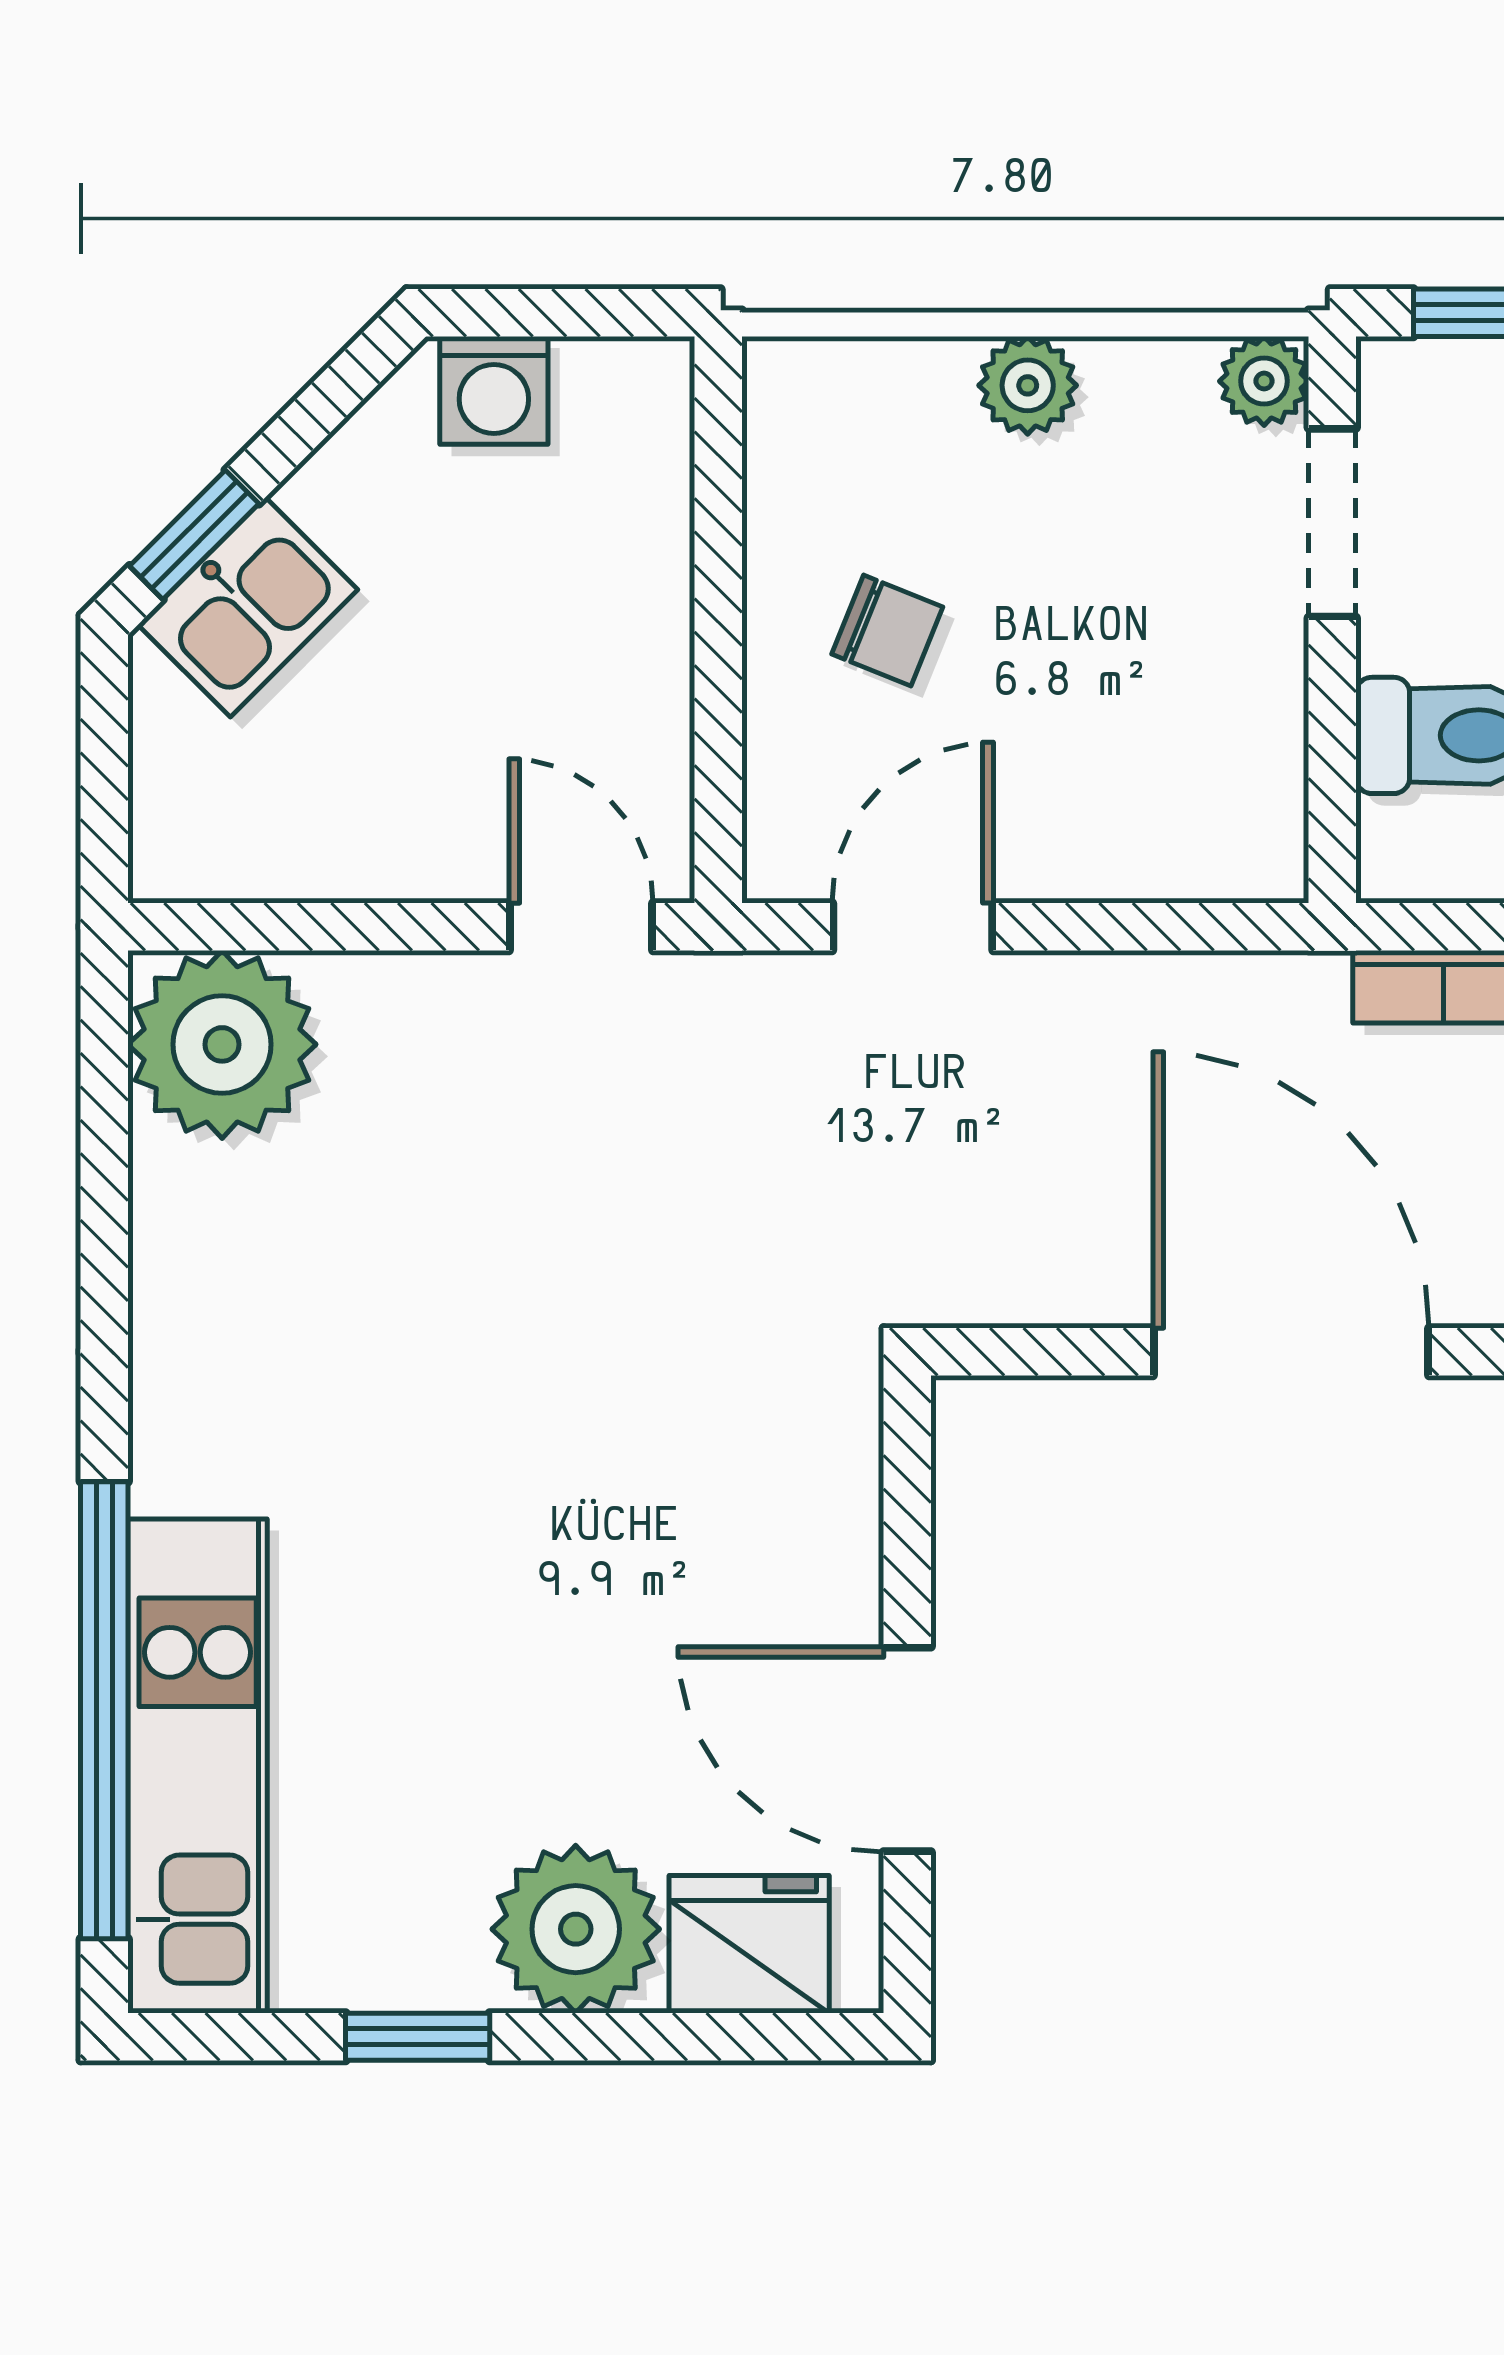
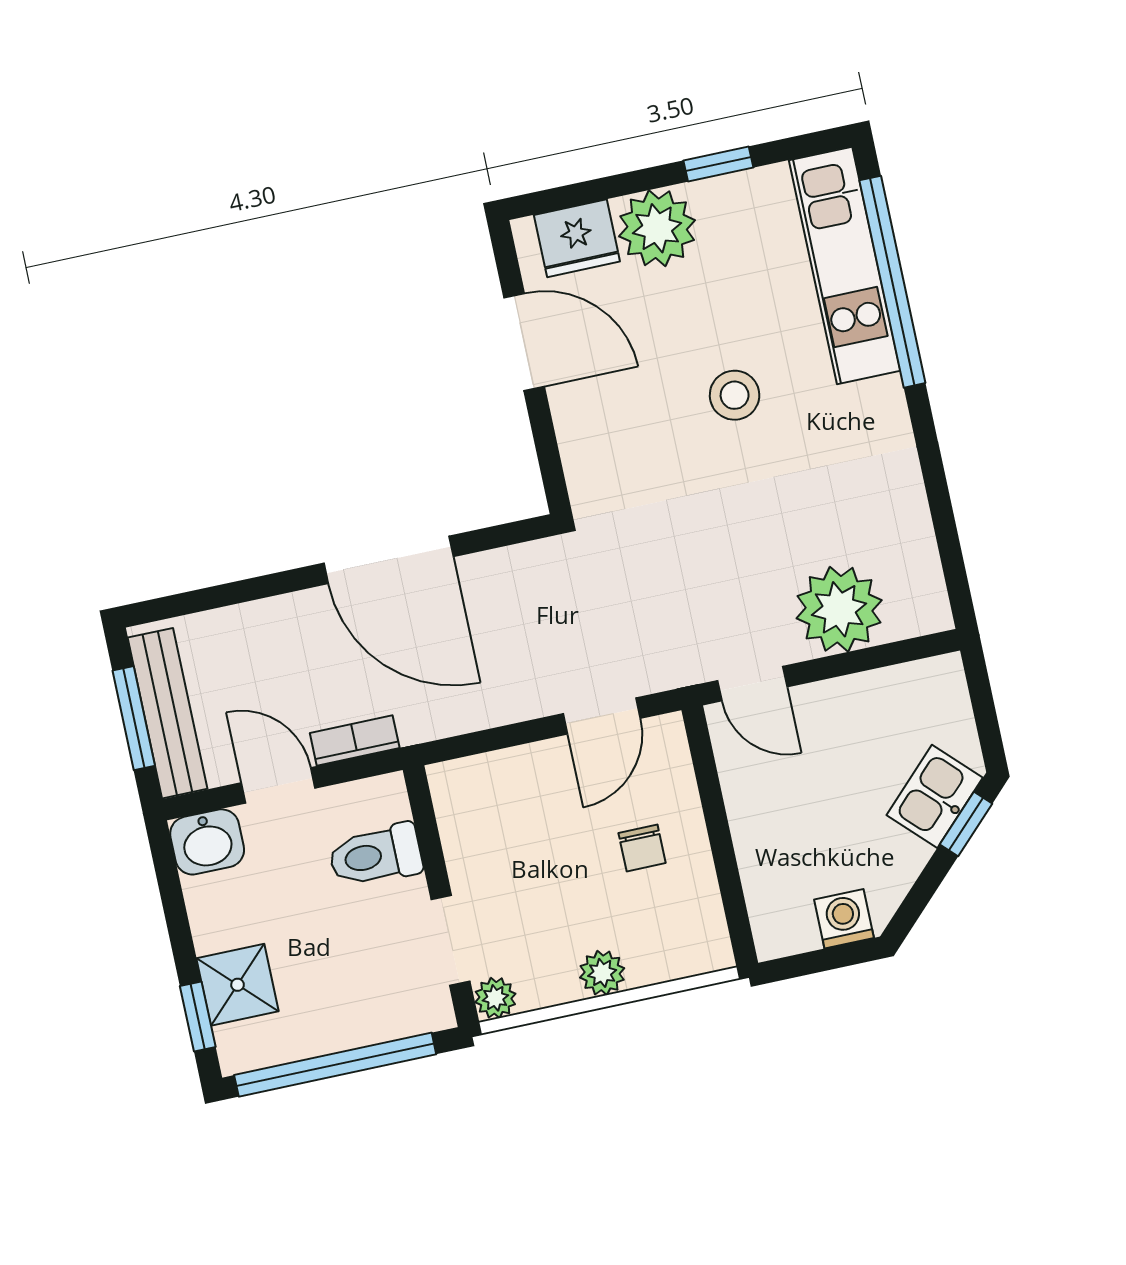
chair: (887, 631) -> (642, 848), turned -112
plant: (222, 1044) -> (839, 609), moved
stool: (488, 1542) -> (735, 395), added

